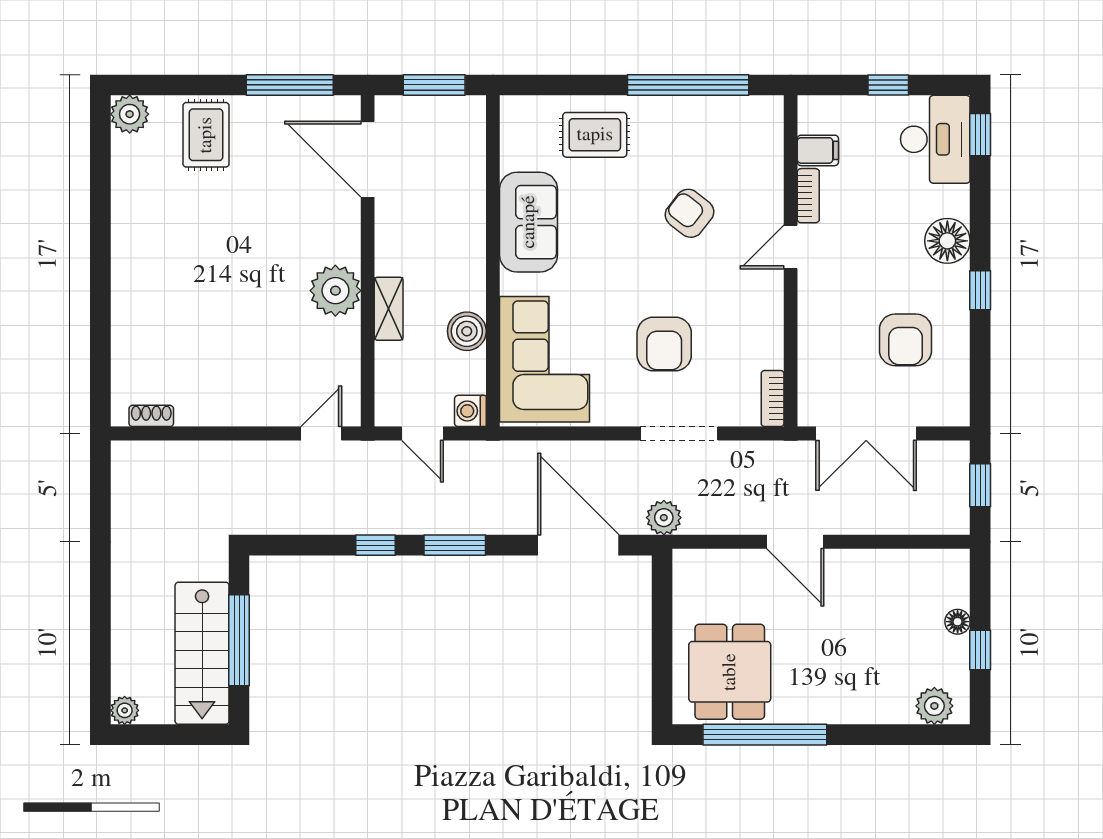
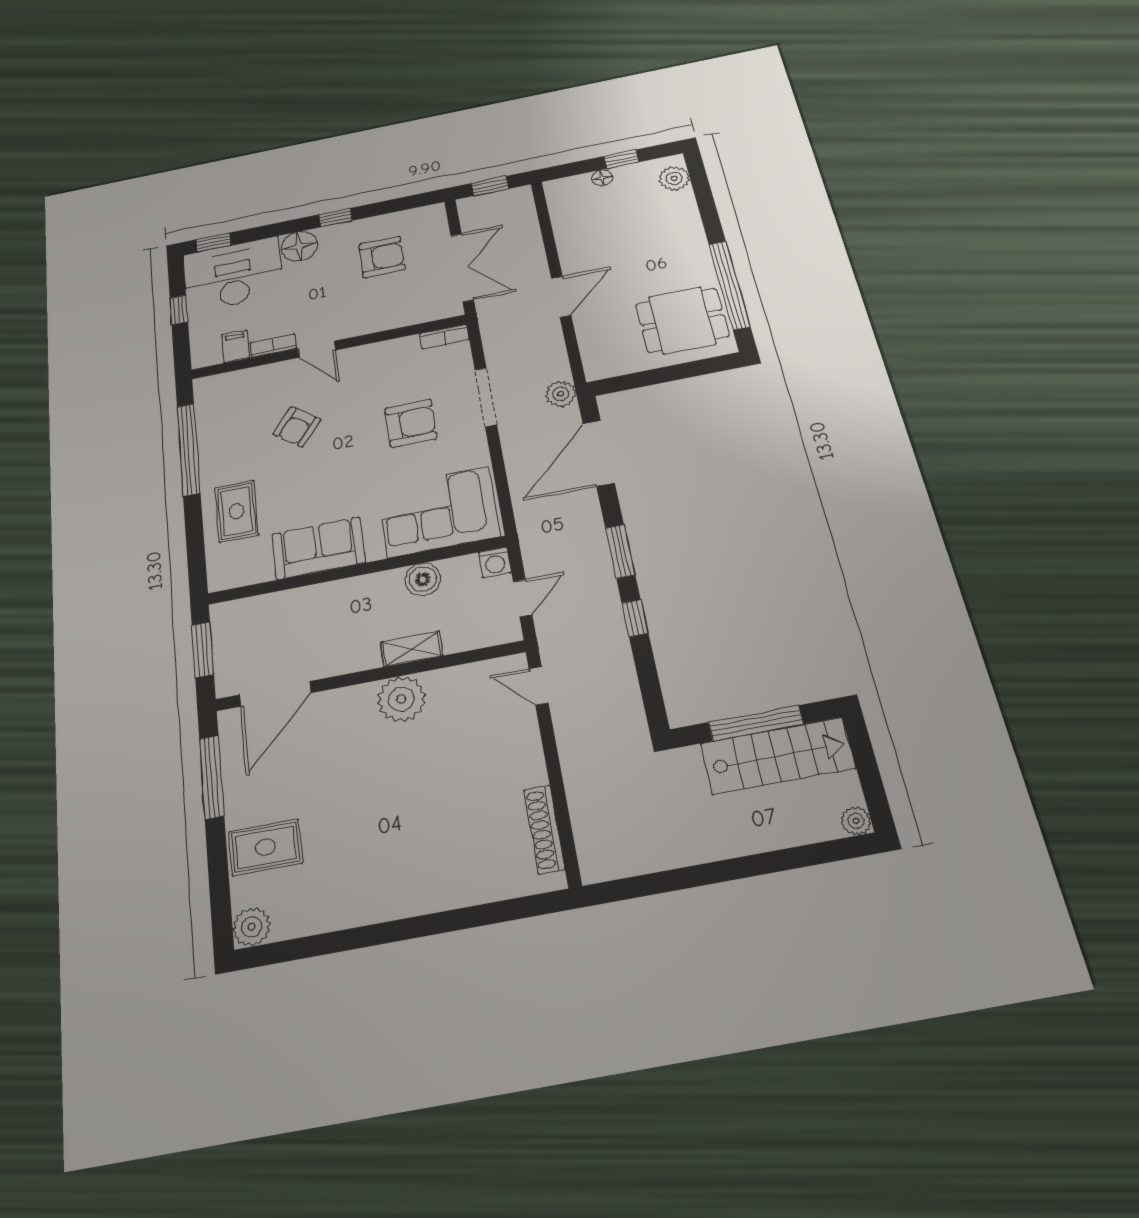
desk: (935, 139) -> (233, 274), width x1.36, depth x1.30
shoe rack: (151, 416) -> (544, 829), width x1.94, depth x1.24

